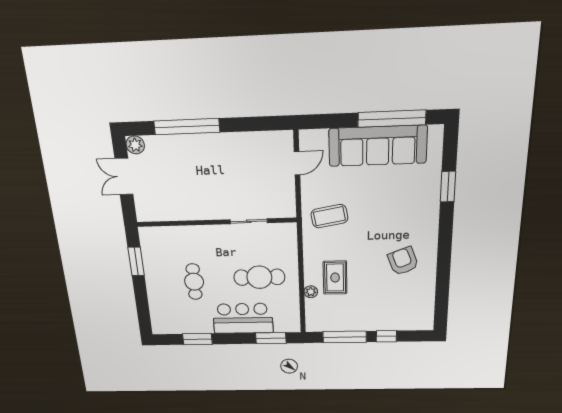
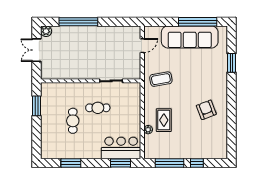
cafe table: (259, 277) -> (98, 108), moved, width x0.73, depth x0.74
bar counter: (243, 318) -> (121, 148), moved

